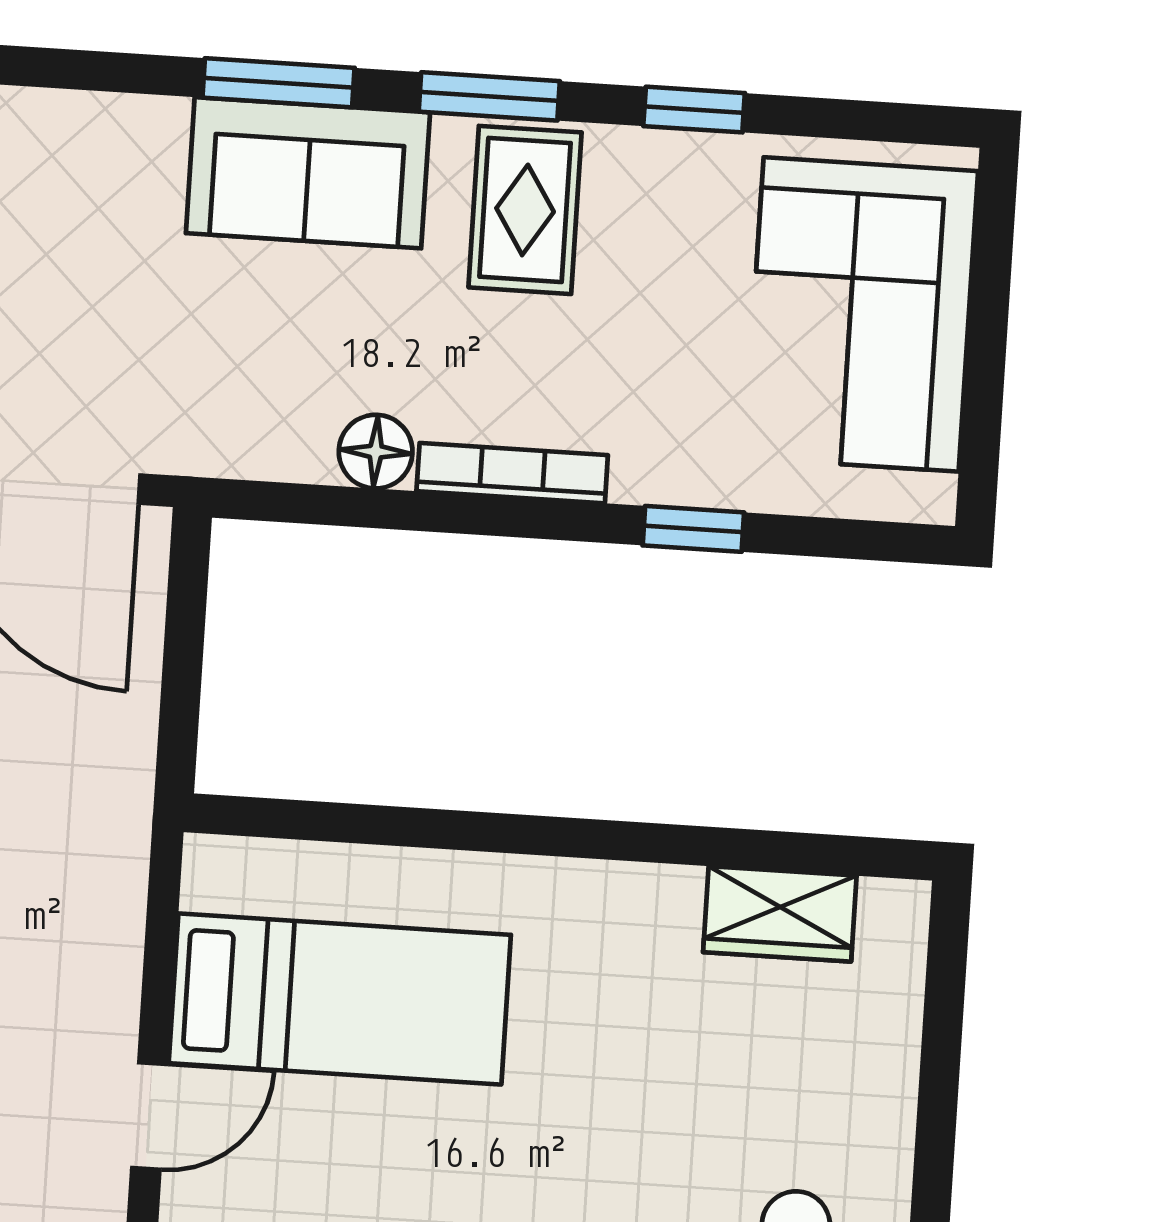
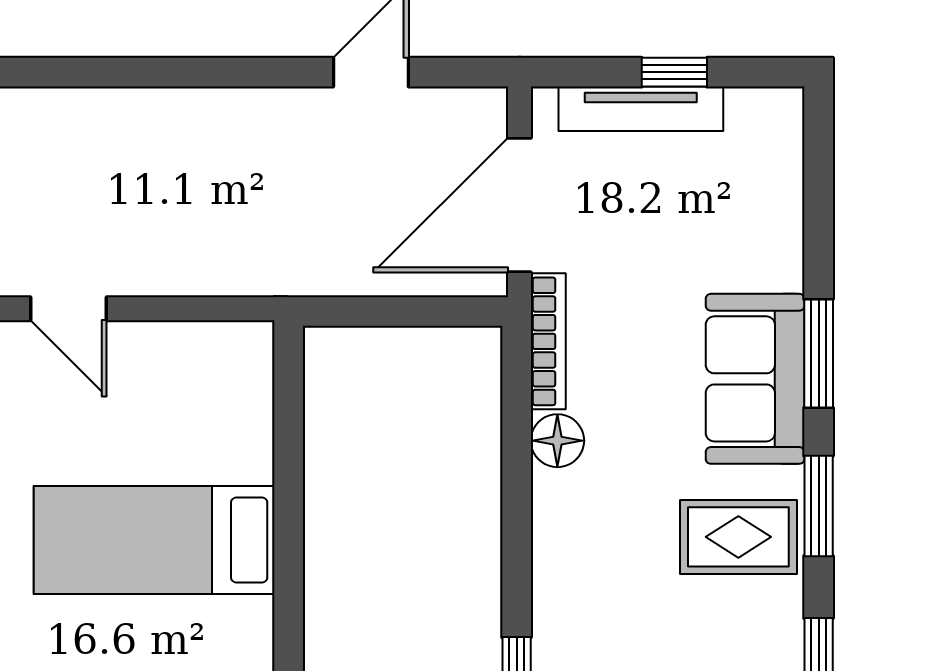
bookcase: (512, 473) -> (548, 341), moved
bed: (340, 999) -> (154, 540), moved, turned 90

